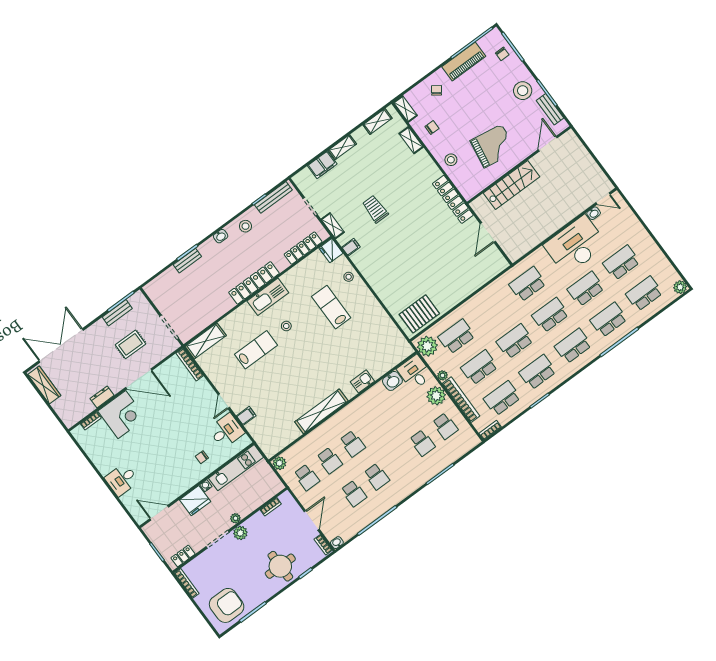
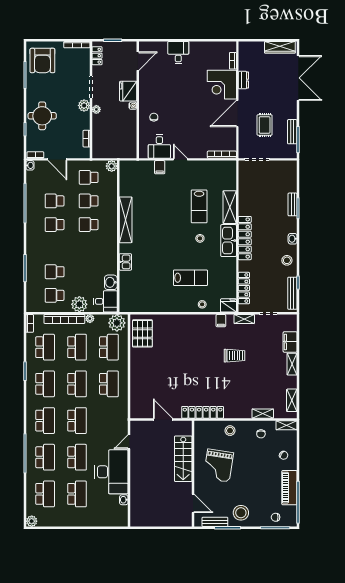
door: (603, 199) -> (129, 442), moved
school desk: (528, 284) -> (109, 384), moved
shelving: (206, 341) -> (230, 207), moved
kitchen unit: (236, 468) -> (130, 135), removed

